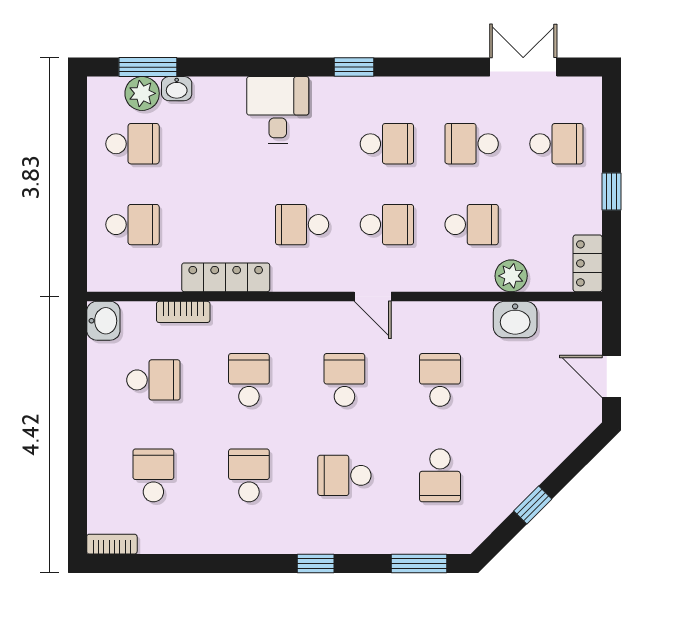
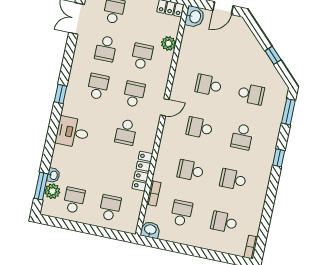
washbasin: (515, 320) -> (195, 17), moved

